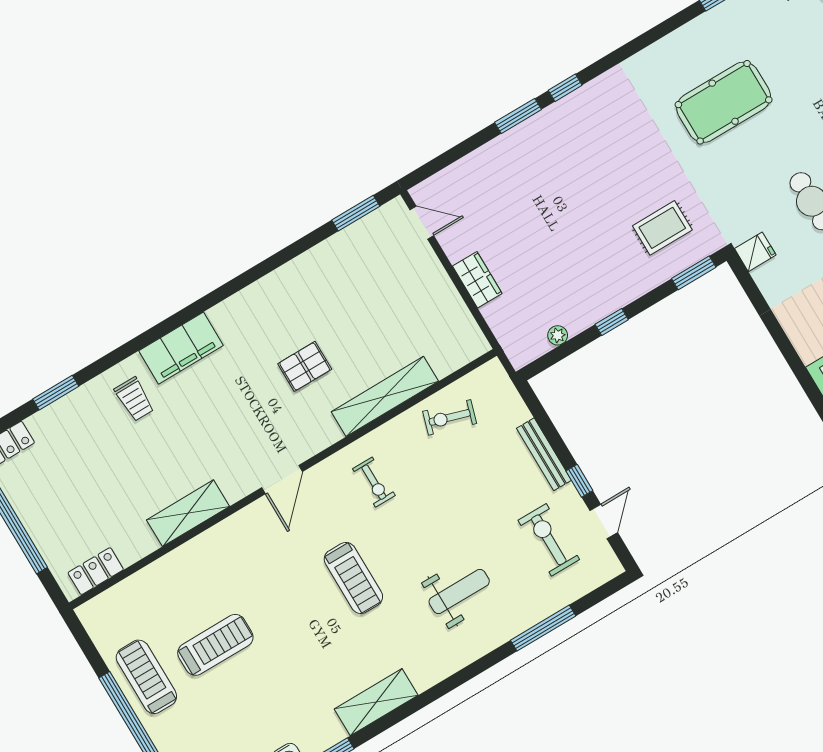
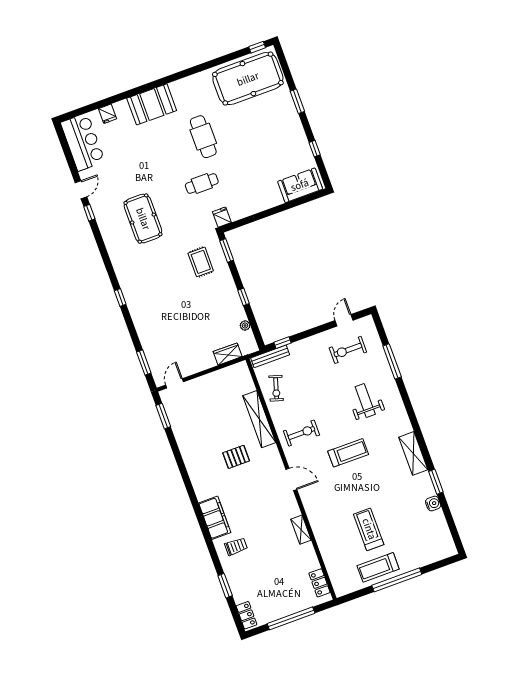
window: (518, 116) -> (144, 363), moved
wardrobe: (477, 280) -> (228, 354), moved
pallet: (305, 366) -> (236, 457), turned 90
bench: (544, 454) -> (270, 356), moved
window: (579, 481) -> (283, 343), moved
exercise bike: (374, 482) -> (301, 433), width x1.38, depth x1.39
shelving: (188, 513) -> (301, 530), width x0.67, depth x0.75
door: (604, 522) -> (344, 320), hinge flipped

